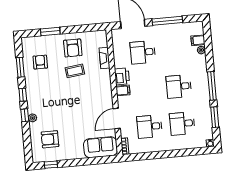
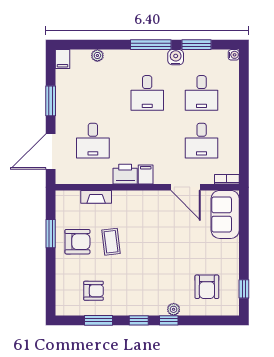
window: (167, 21) -> (51, 101), width x0.69
window: (50, 31) -> (51, 234), moved
filing cabinet: (198, 40) -> (63, 59), moved
armchair: (40, 62) -> (94, 291), turned 180
water cooler: (205, 104) -> (176, 57), added

